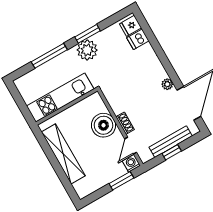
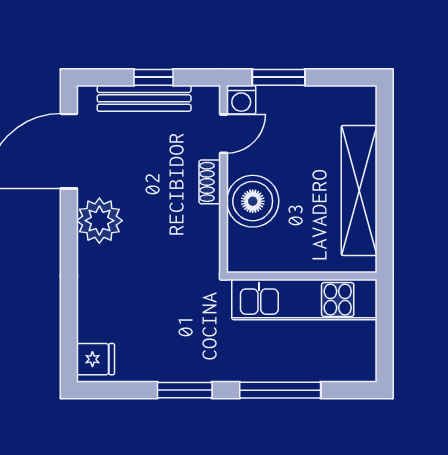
dishwasher: (138, 39) -> (96, 326), removed
plant: (87, 50) -> (203, 360), removed
plant: (167, 84) -> (99, 221), width x1.88, depth x1.88

